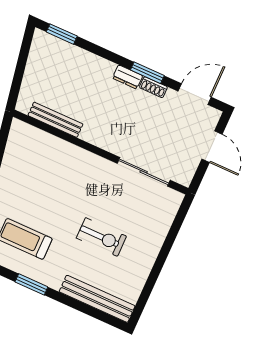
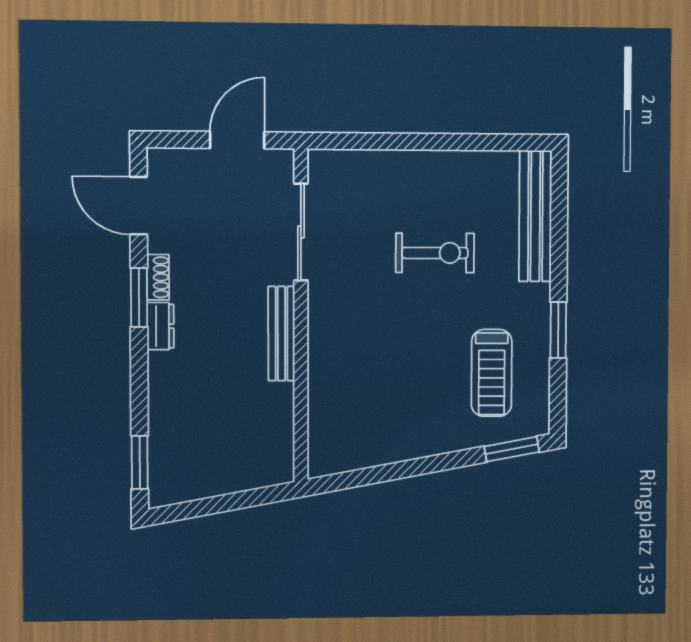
bench: (55, 120) -> (281, 334), moved
door: (212, 147) -> (237, 140), moved
exercise bike: (101, 237) -> (435, 253), turned 90

